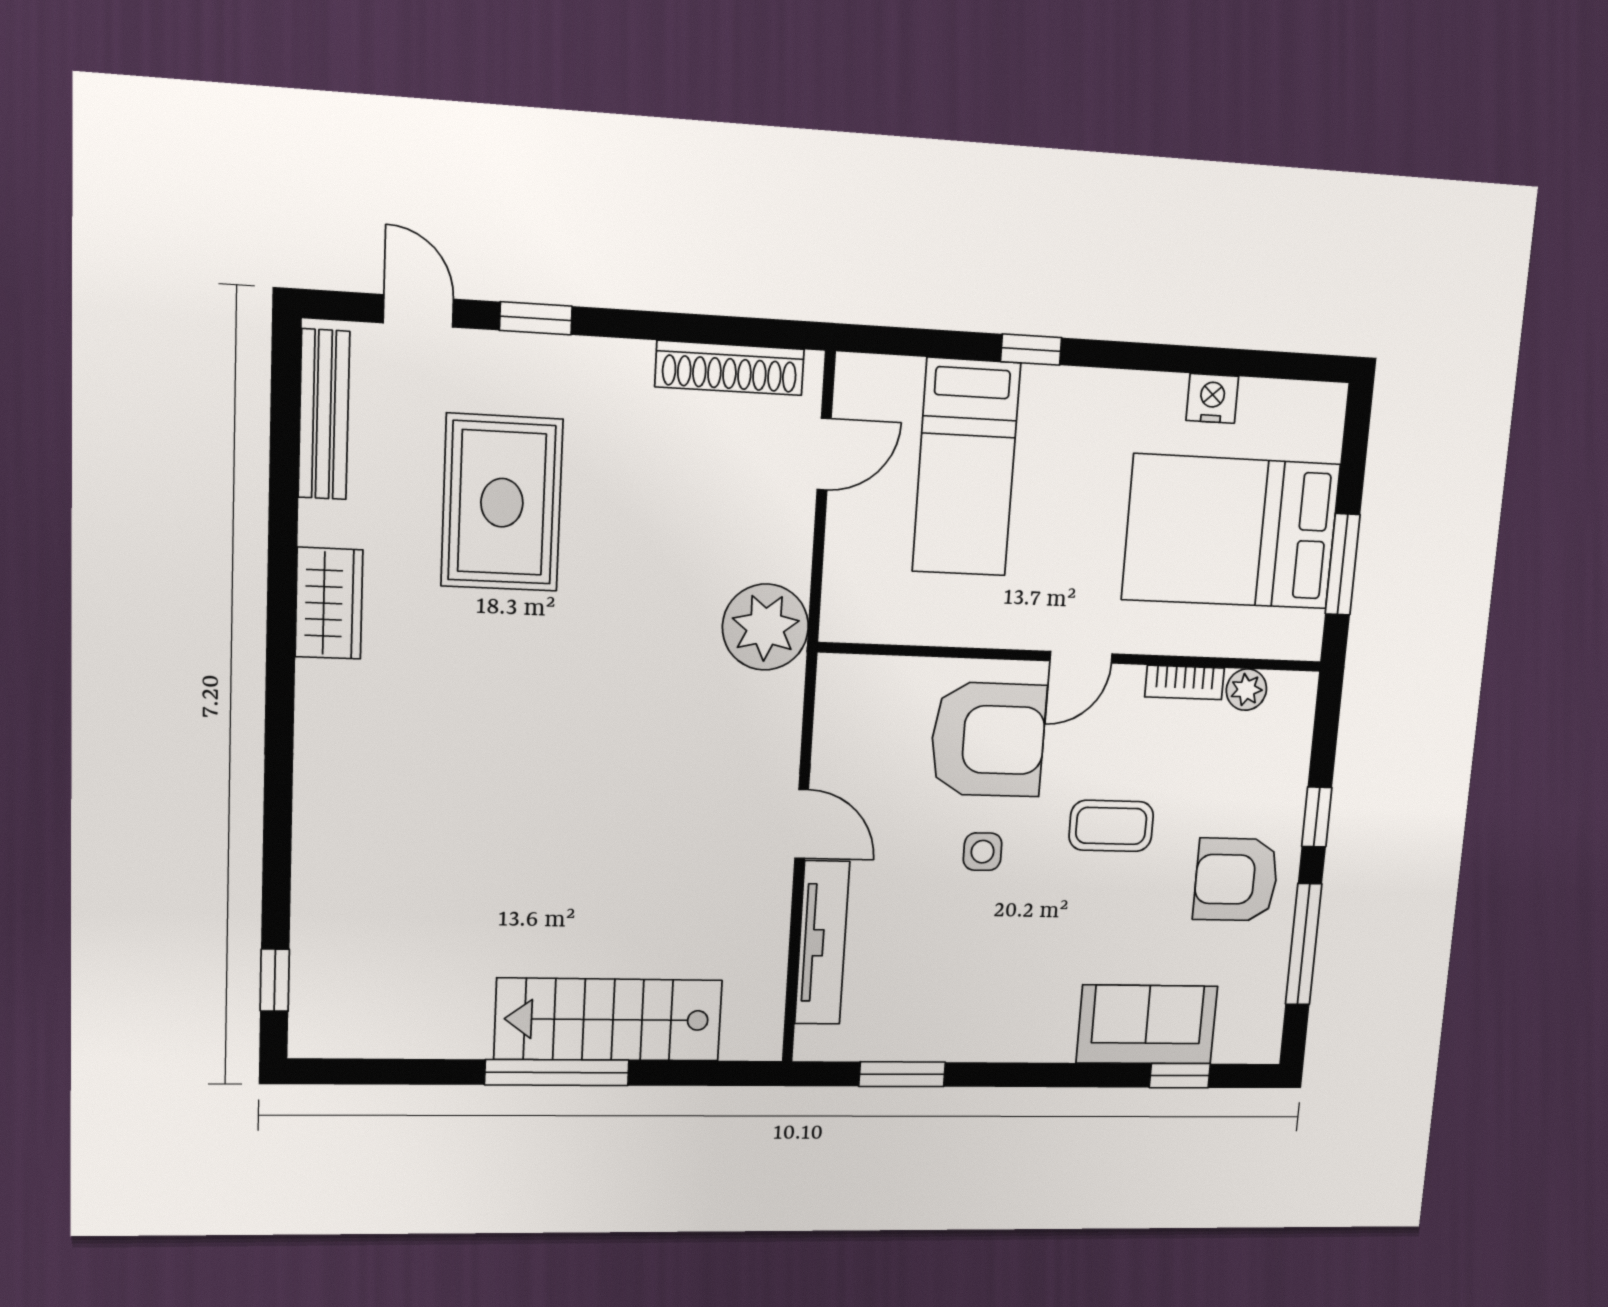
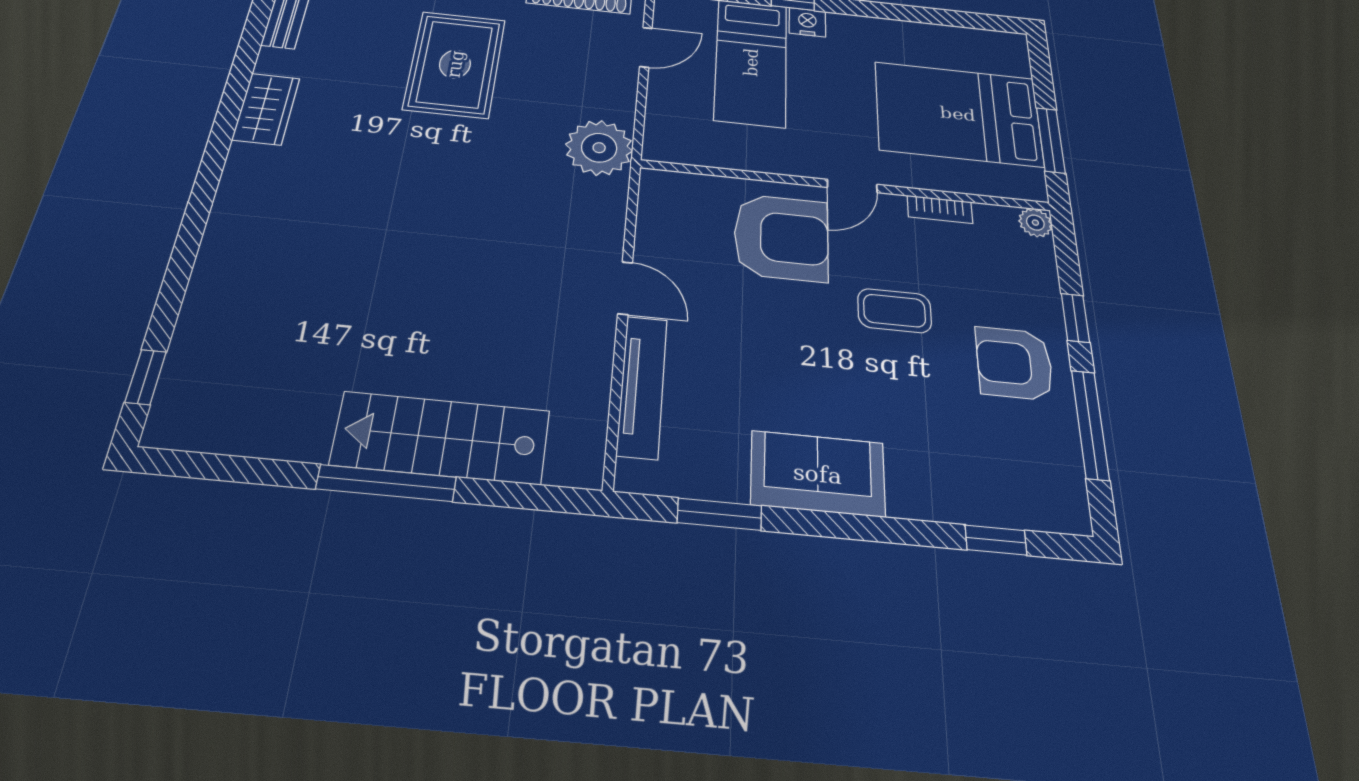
nightstand: (1212, 398) -> (807, 22), moved
rug: (502, 503) -> (455, 64), moved
plant: (1246, 690) -> (1035, 223), moved
side table: (983, 852) -> (783, 322), removed
sofa: (1147, 1024) -> (818, 474), moved

